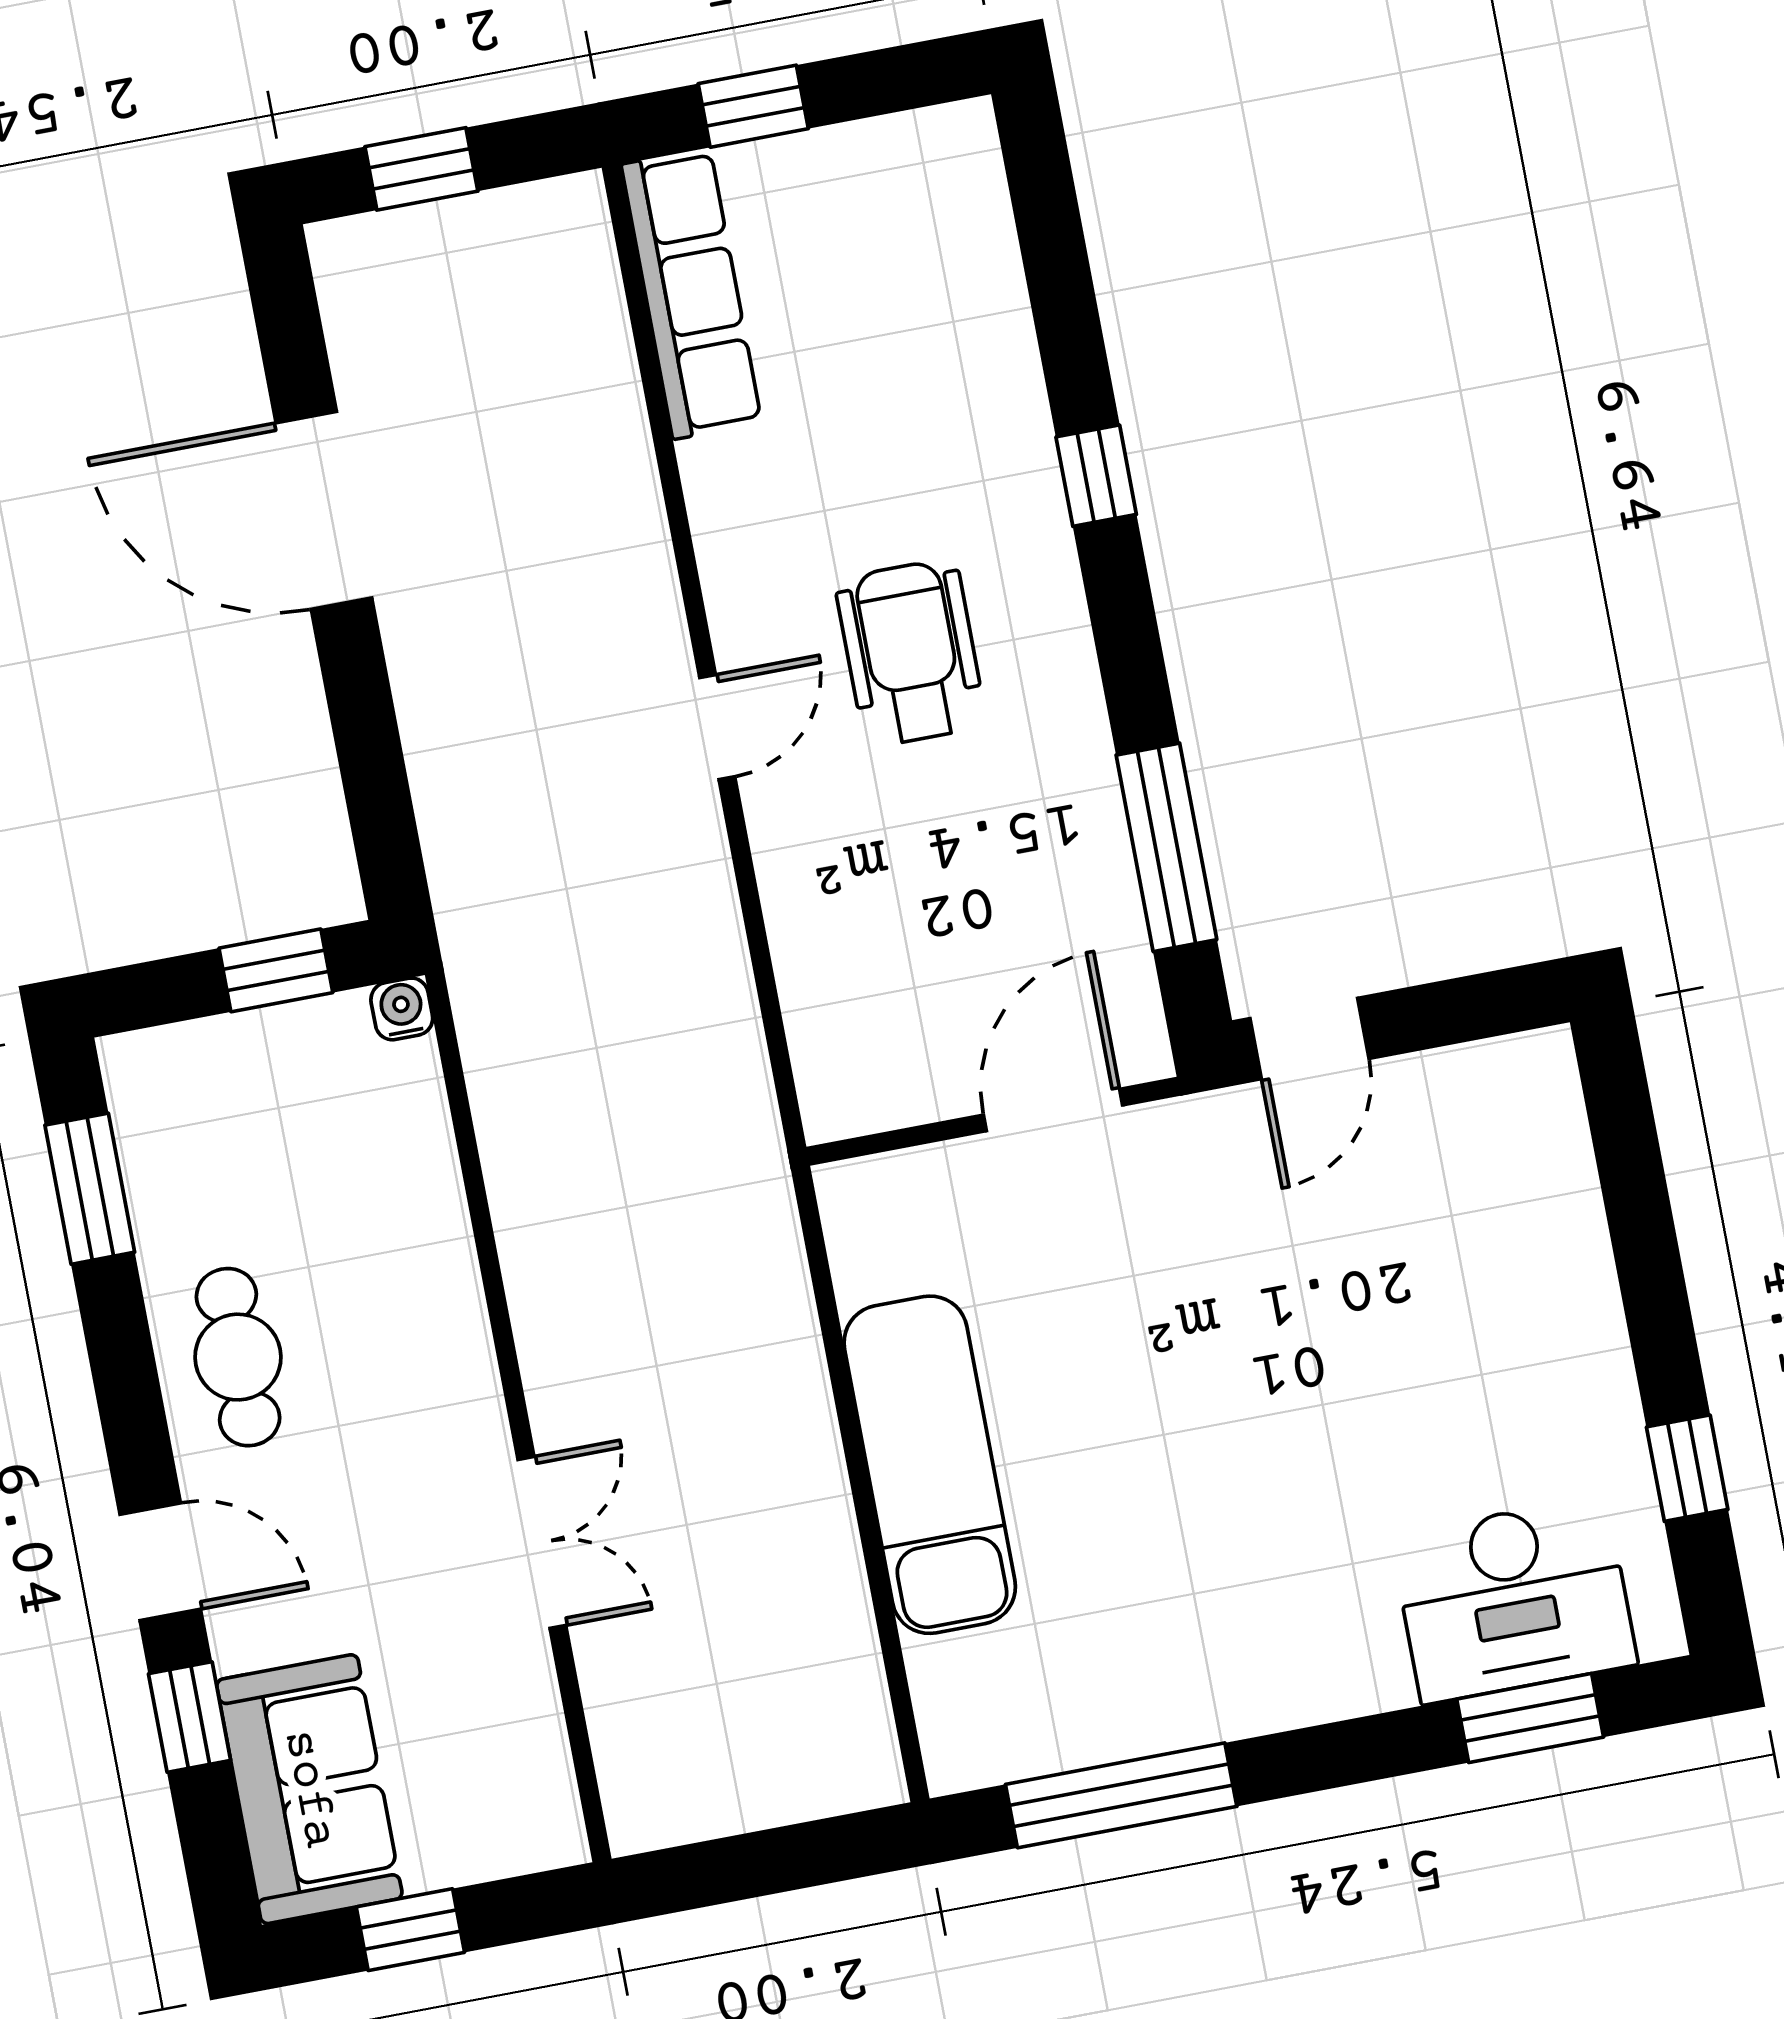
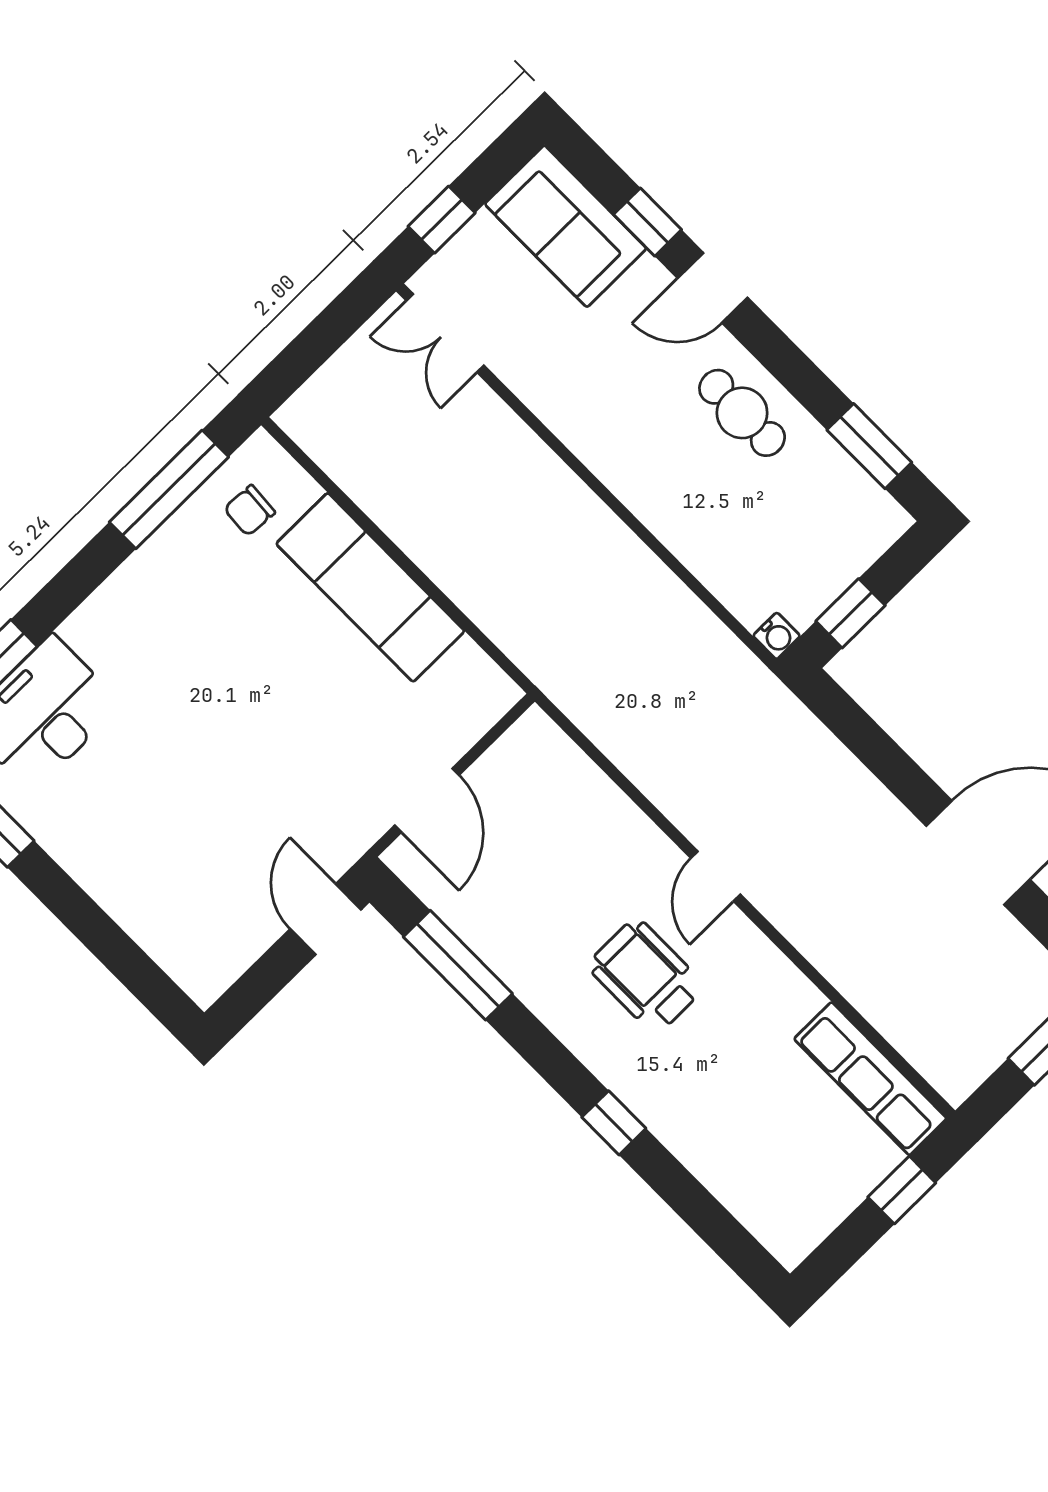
wheelchair: (911, 653) -> (646, 976), turned 180
double door: (542, 1542) -> (445, 333), moved
chair: (1027, 1689) -> (249, 510), added
window: (410, 1930) -> (442, 220), moved

